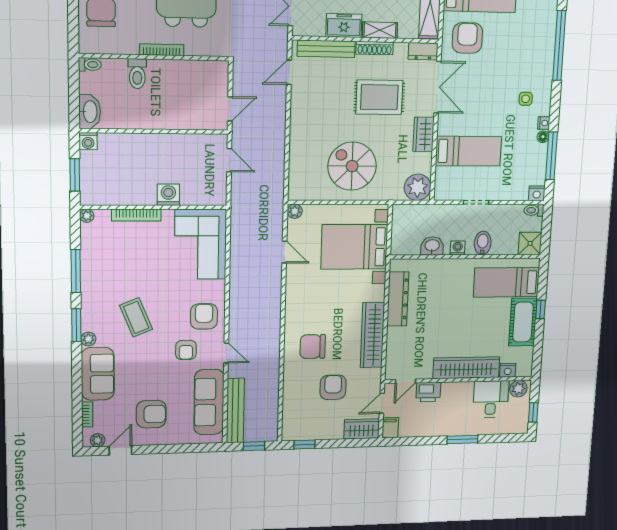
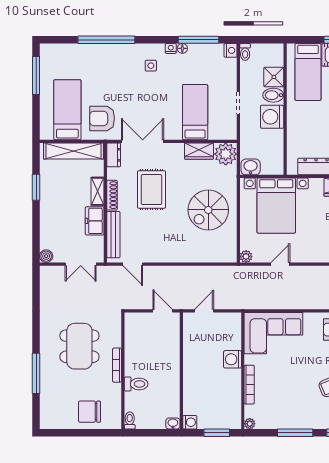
washbasin: (90, 112) -> (173, 423), width x0.52, depth x0.69
wardrobe: (424, 134) -> (199, 151), moved
shower: (530, 243) -> (274, 77), moved
washbasin: (432, 246) -> (251, 167), moved, turned 90
washing machine: (458, 248) -> (272, 117), width x1.89, depth x1.89

